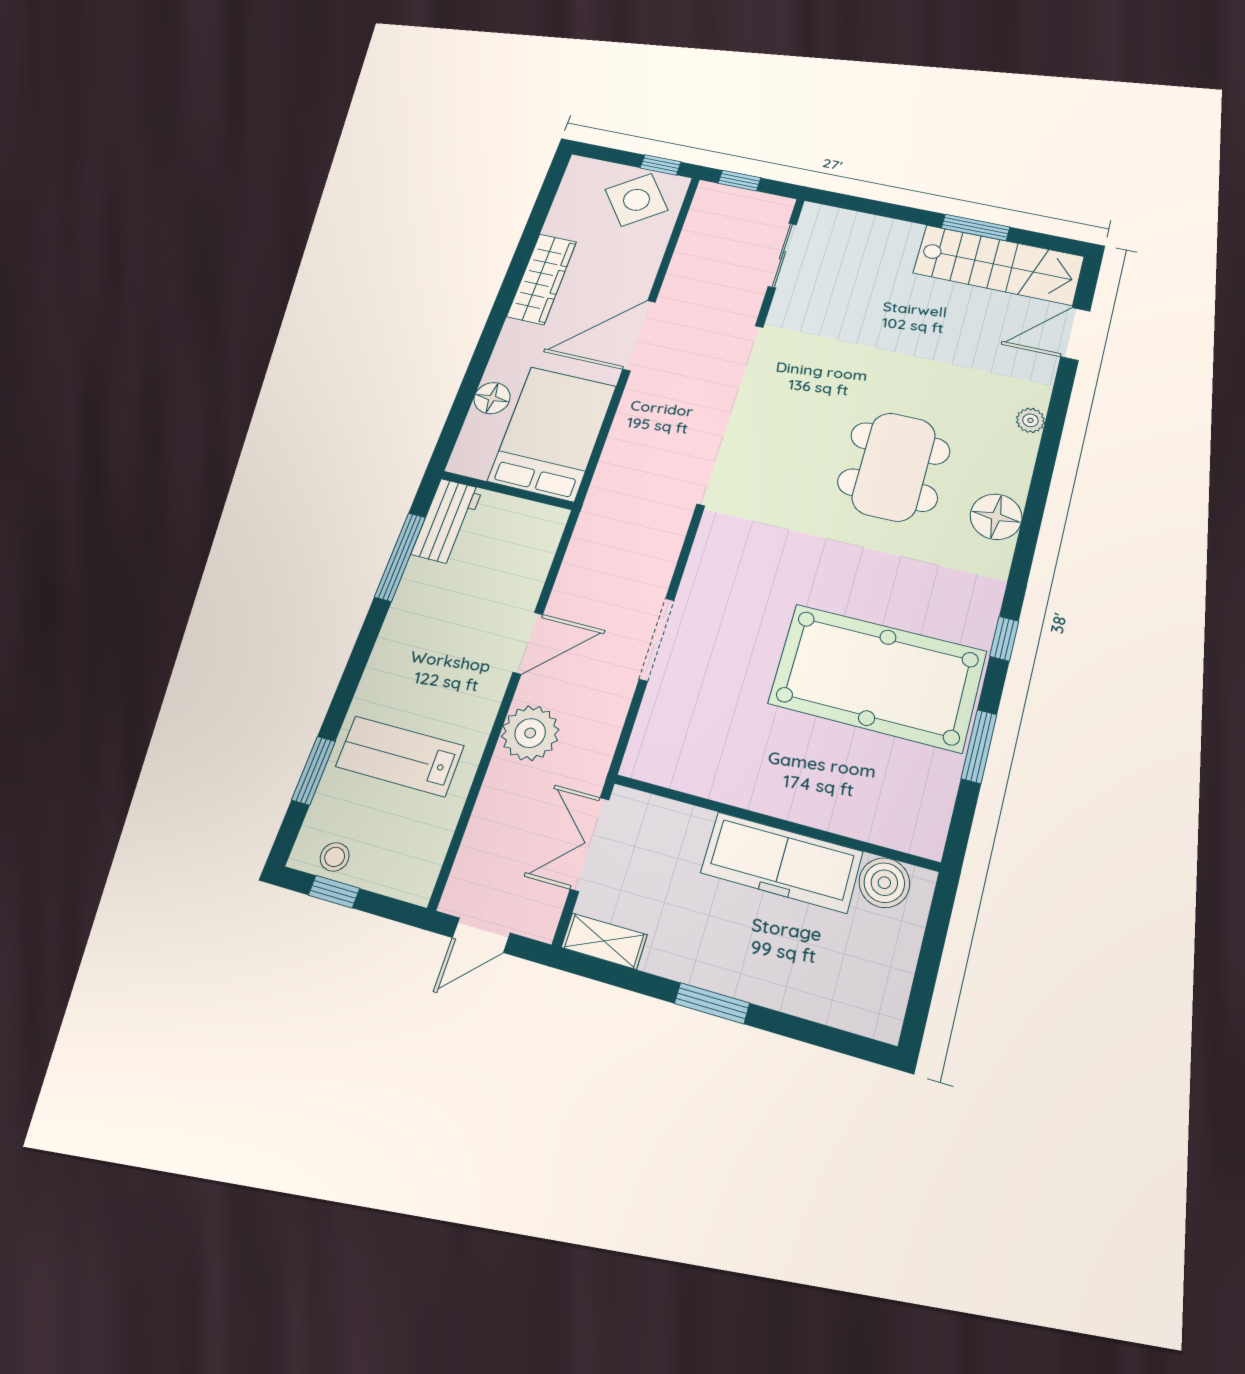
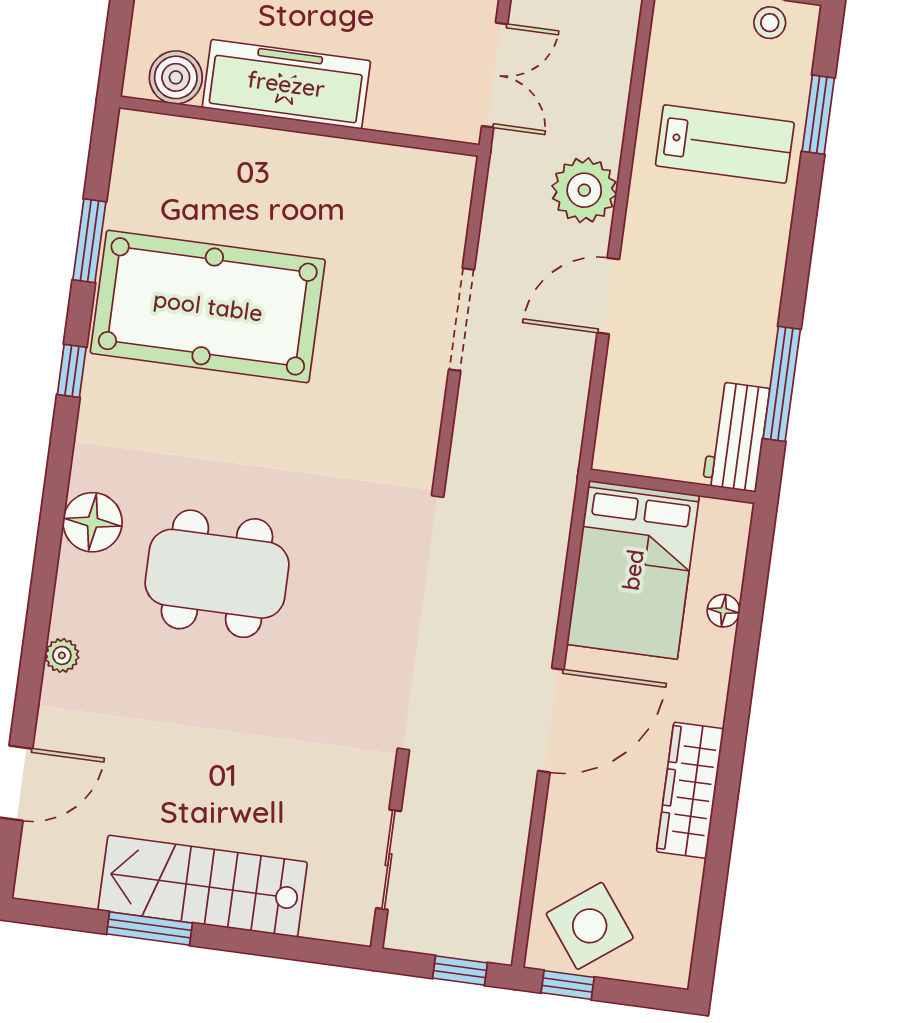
stairs: (998, 265) -> (203, 886), moved
floor lamp: (492, 398) -> (723, 611), width x0.73, depth x0.73
dining table: (894, 467) -> (217, 574), turned 90

